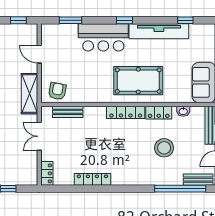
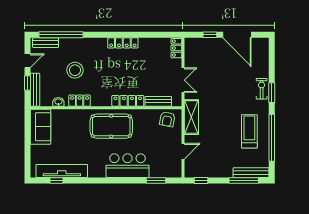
window: (124, 20) -> (109, 180), removed
tv unit: (159, 31) -> (62, 171), moved
door: (39, 54) -> (183, 151), hinge flipped
pool table: (138, 81) -> (111, 126), moved
locker: (126, 112) -> (128, 101), moved
locker: (92, 179) -> (123, 43), moved

